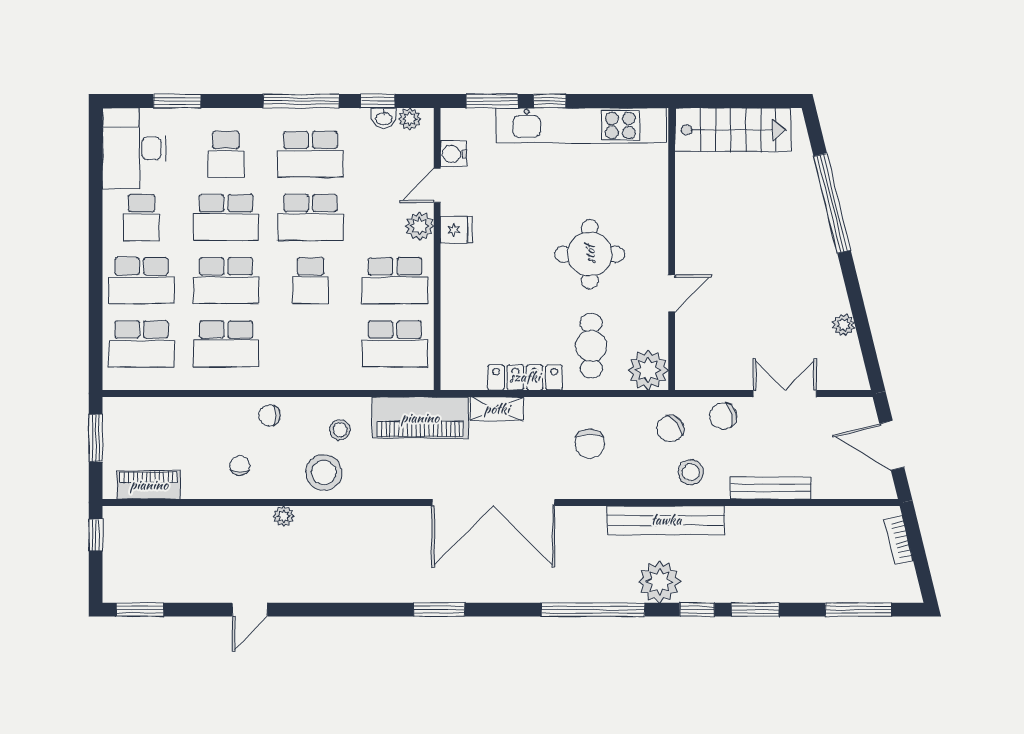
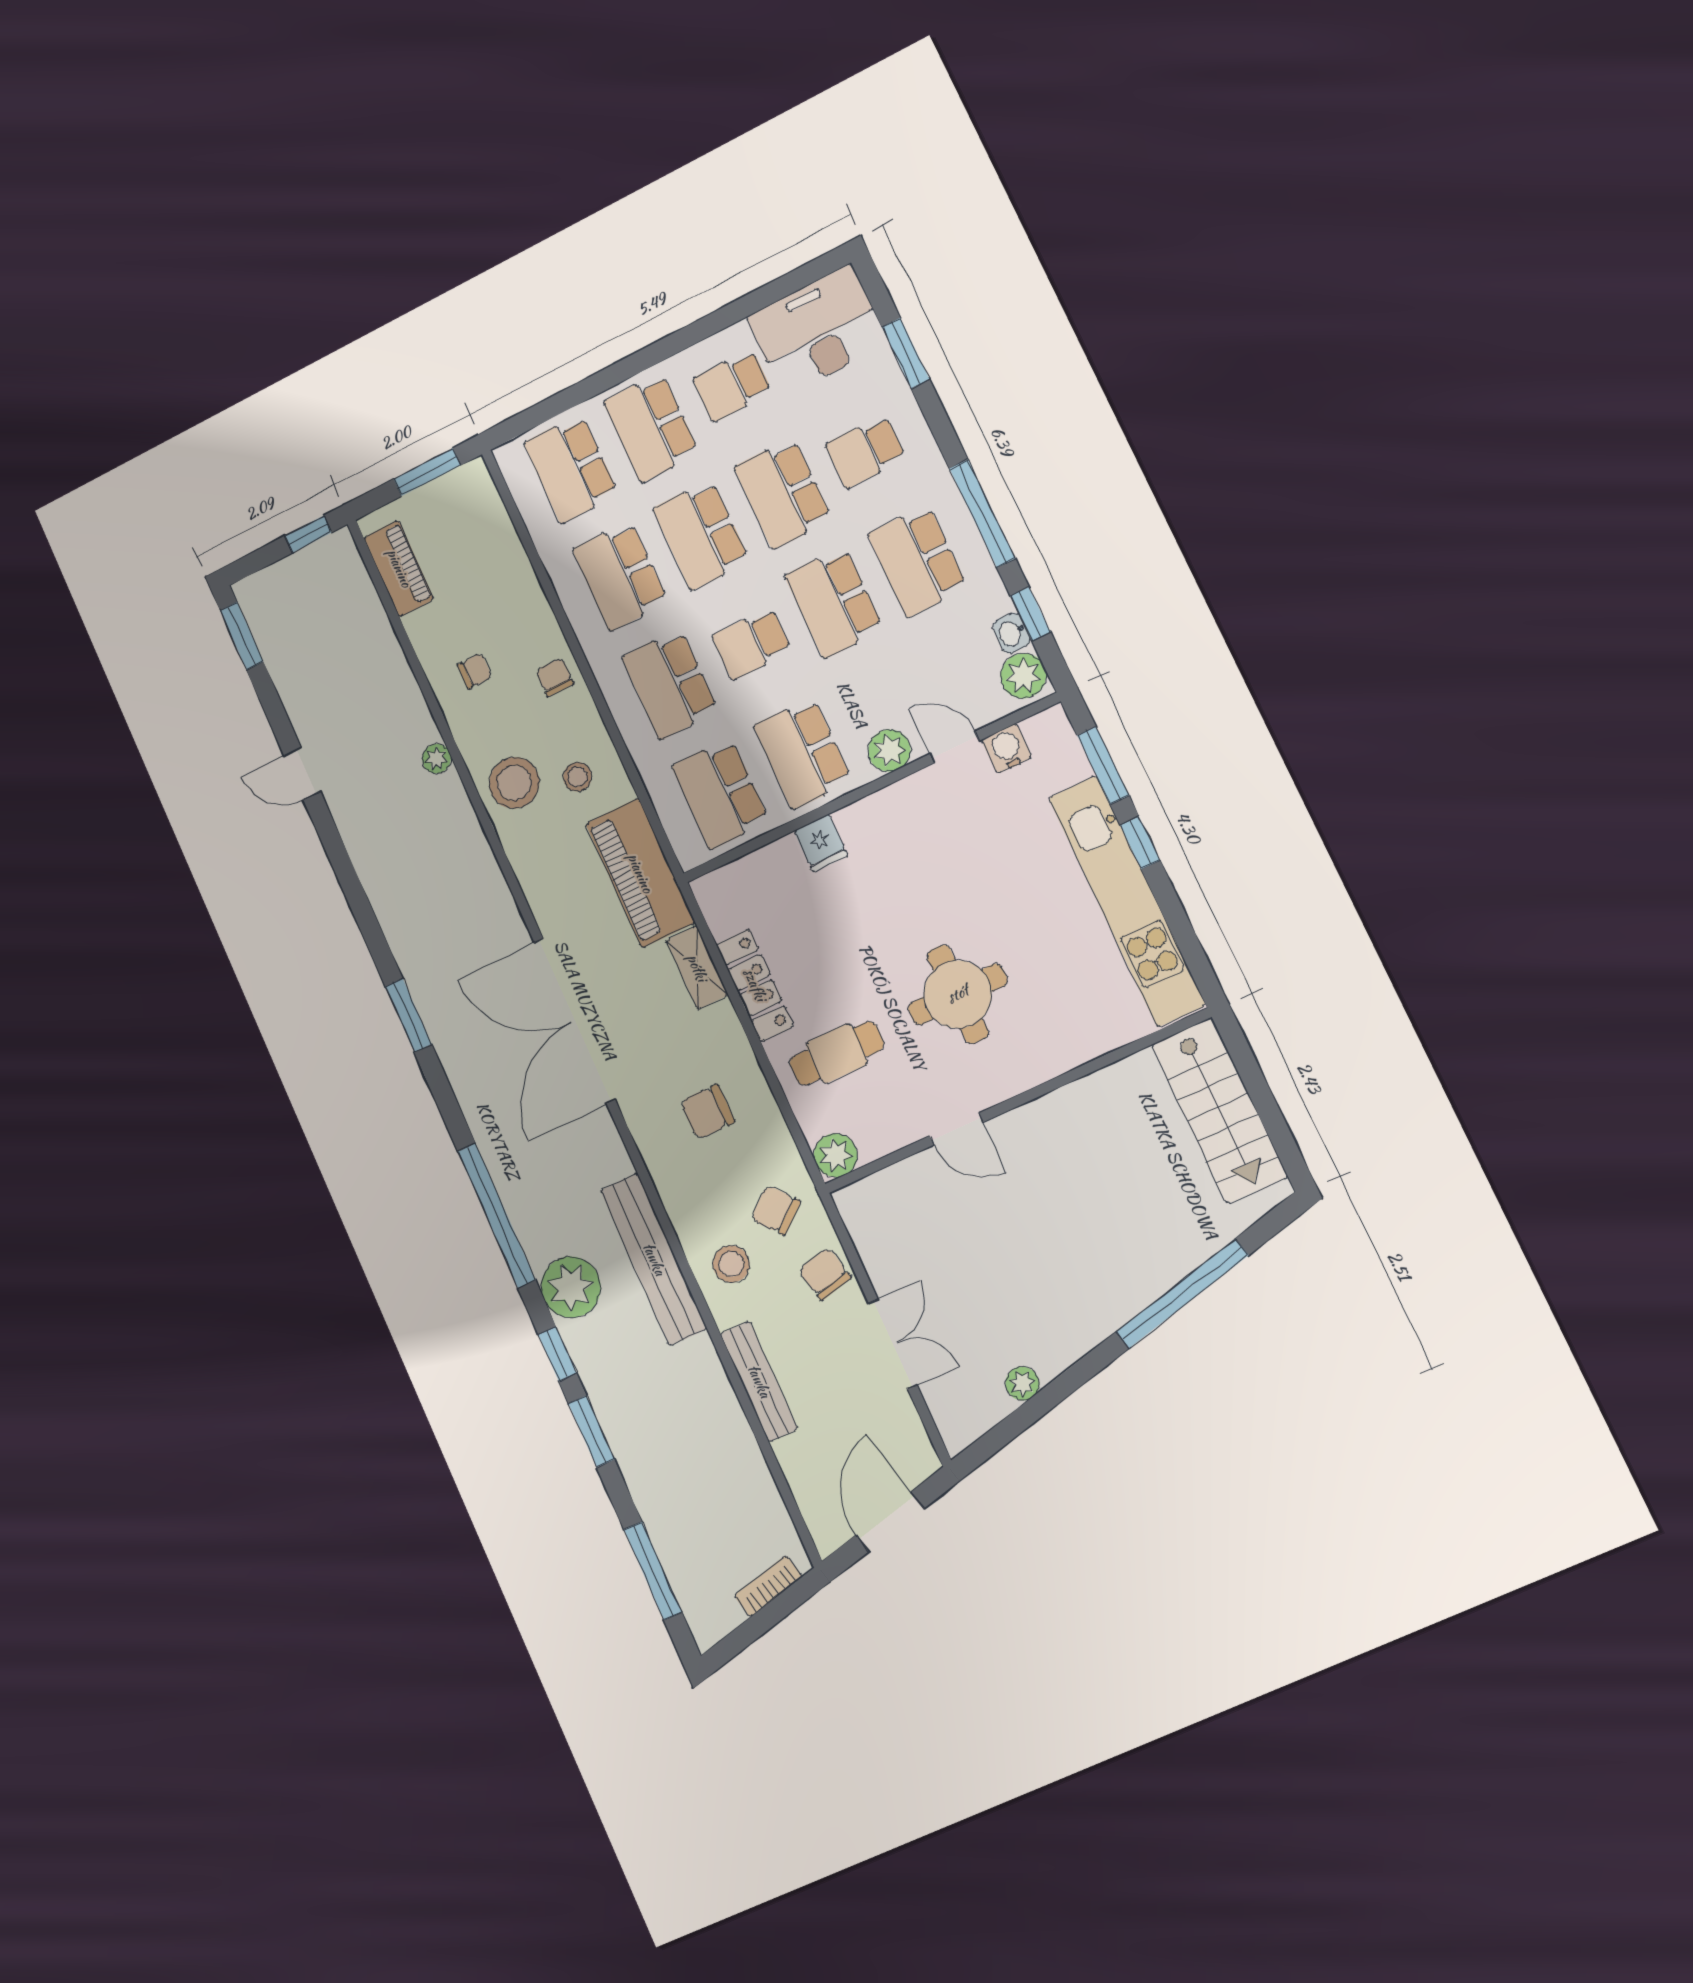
plant: (410, 119) -> (1023, 676), width x1.38, depth x1.38
fridge: (456, 230) -> (821, 843), moved
school desk: (310, 344) -> (670, 684), added
plant: (648, 370) -> (836, 1155), width x0.73, depth x0.73

